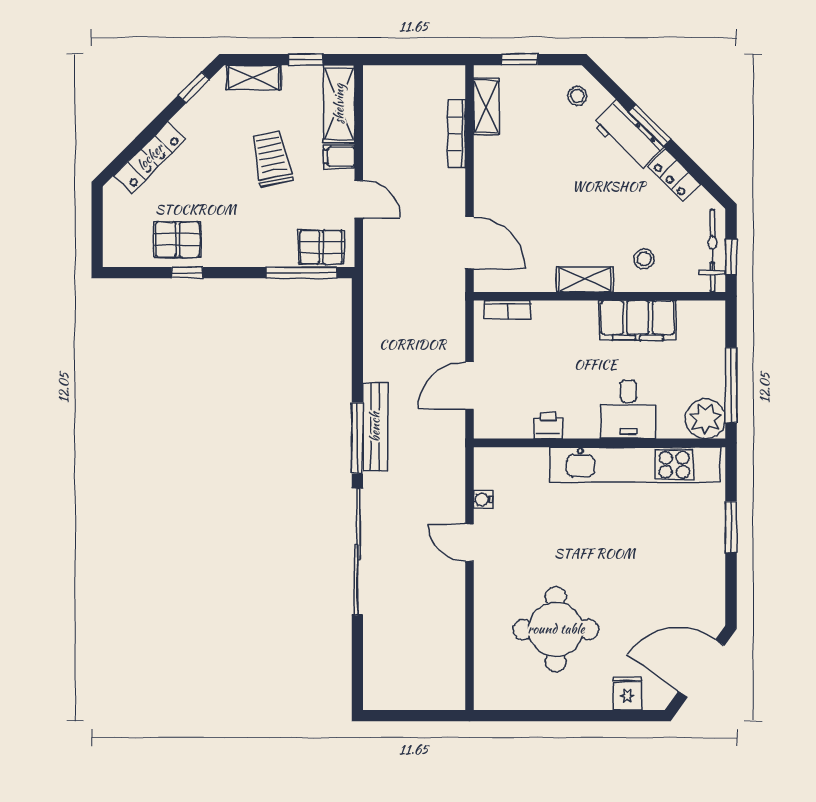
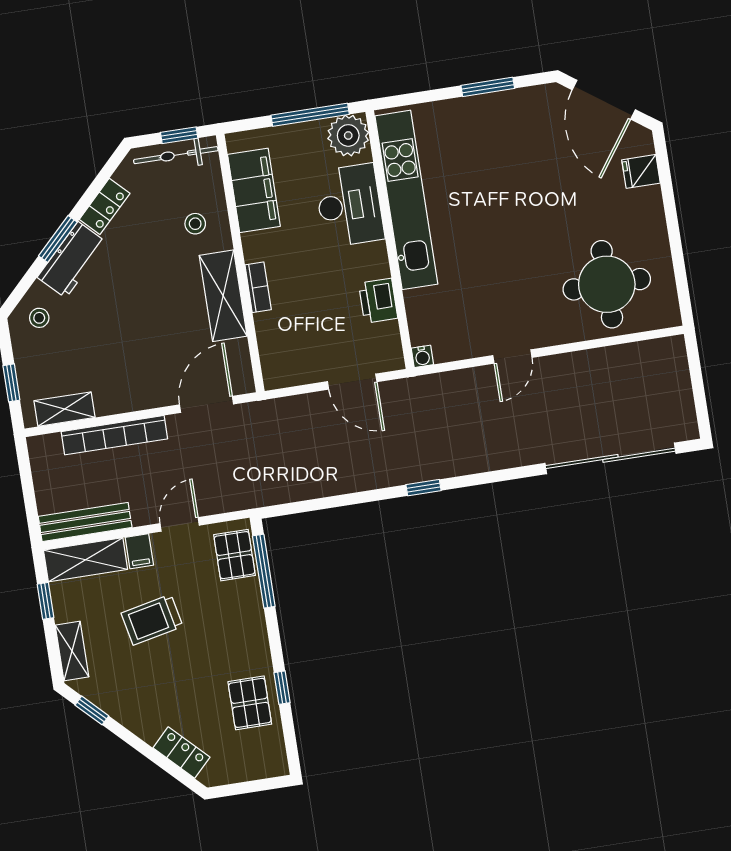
bookcase: (457, 134) -> (114, 435), width x1.48, depth x1.31
locker: (150, 157) -> (181, 752), width x0.66
shelving: (585, 279) -> (223, 296), width x1.50, depth x1.33
bookcase: (508, 310) -> (258, 287), moved
filing cabinet: (638, 320) -> (254, 190), moved
desk: (628, 409) -> (349, 205), width x1.37
printer: (548, 426) -> (378, 301), width x1.36, depth x1.24
bench: (375, 427) -> (85, 522), moved
window: (357, 438) -> (423, 488), width x0.46
water cooler: (483, 500) -> (422, 356), moved
window: (731, 527) -> (488, 87), moved
sliding door: (357, 552) -> (610, 458), moved
round table: (556, 629) -> (607, 284), moved

